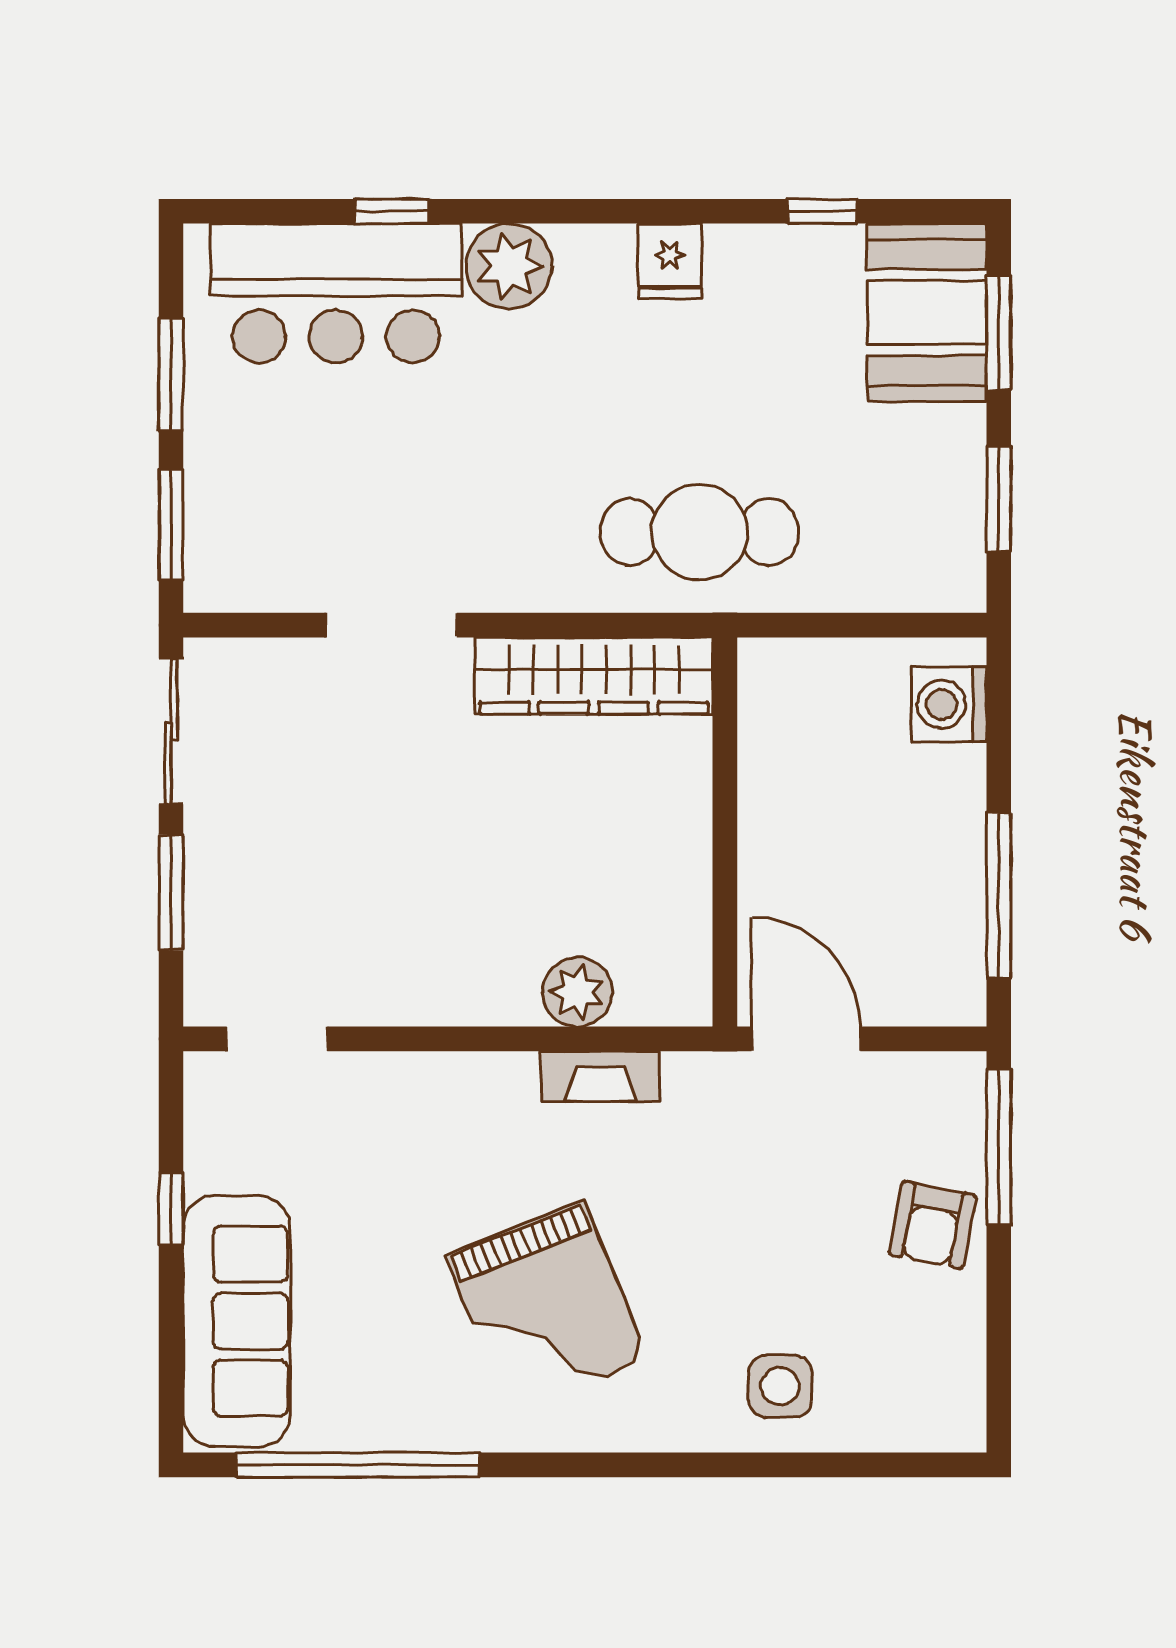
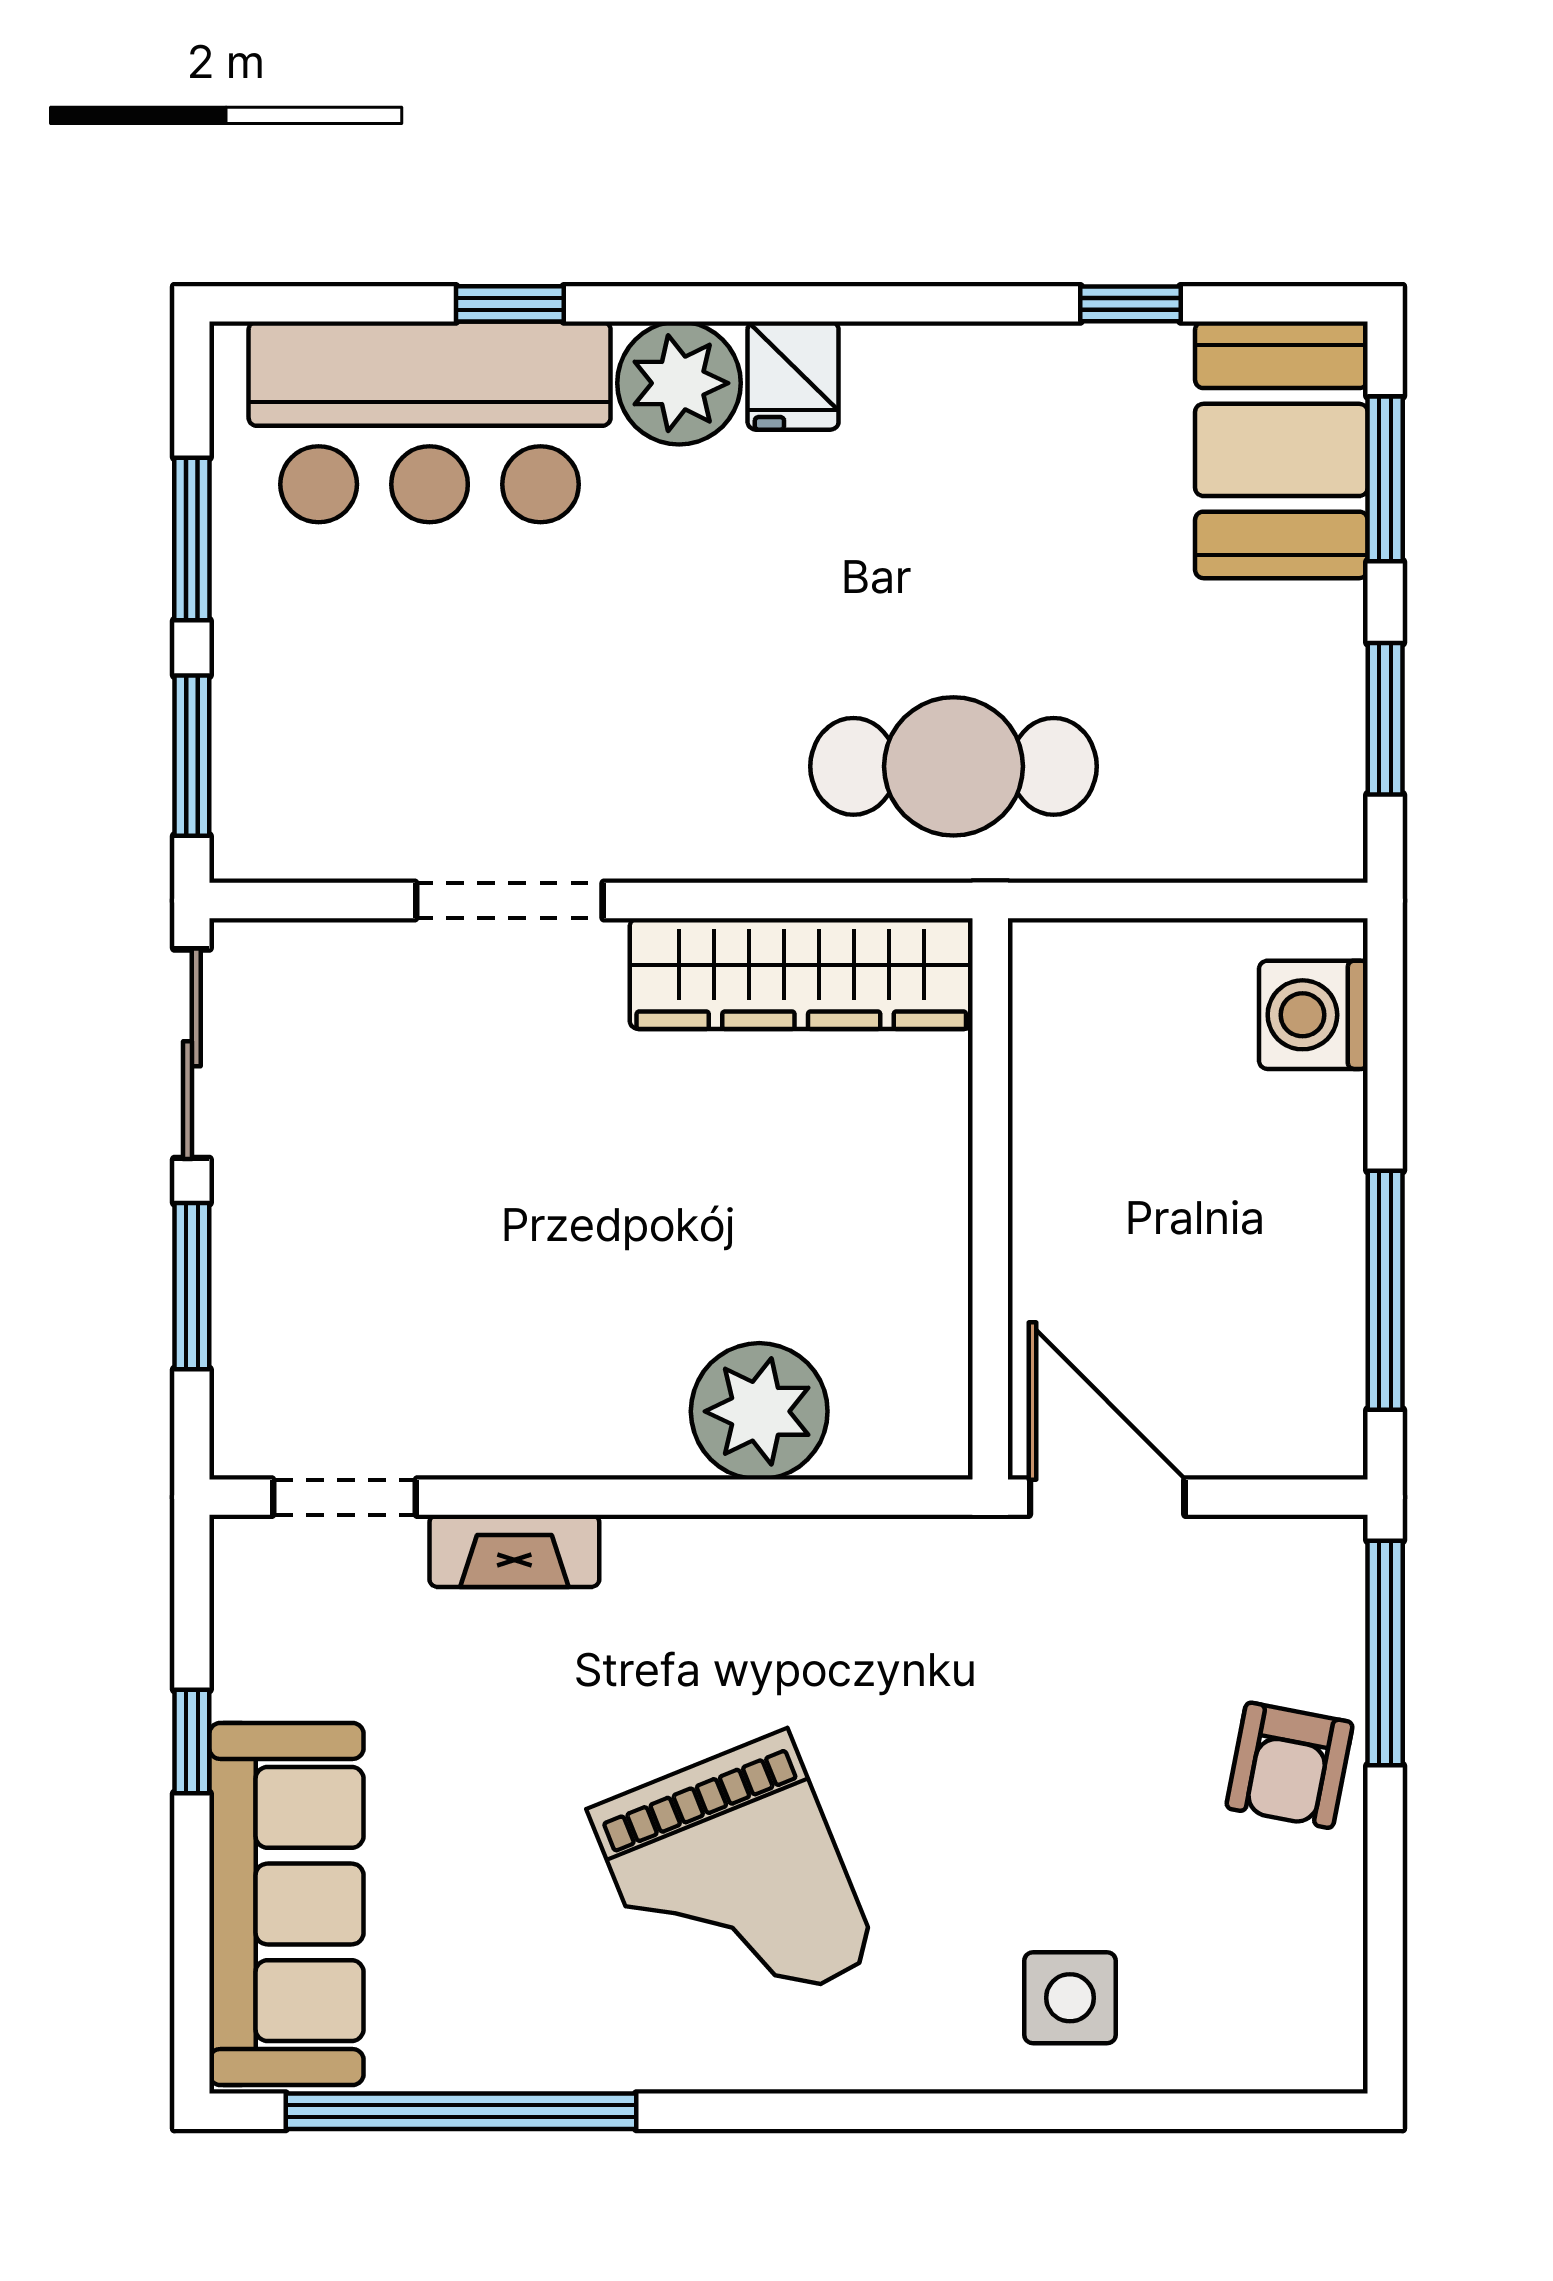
fridge: (670, 261) -> (793, 376), moved
plant: (577, 992) -> (759, 1411), width x1.36, depth x1.36
fireplace: (600, 1076) -> (514, 1551), moved

